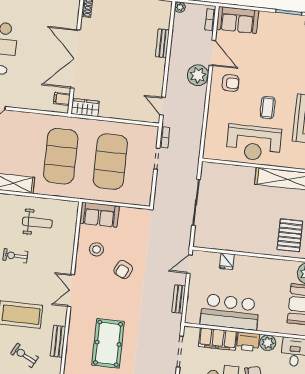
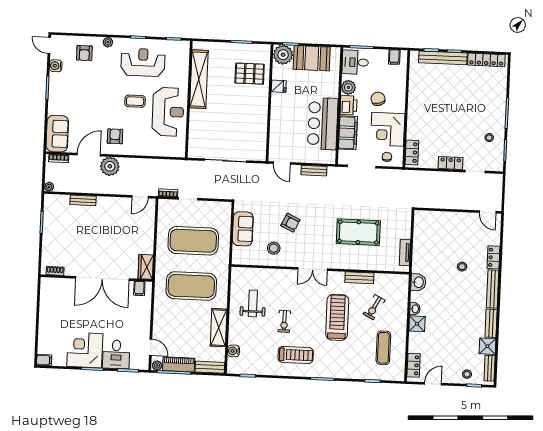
sofa: (99, 215) -> (243, 229), moved
fridge: (227, 261) -> (279, 86), moved

